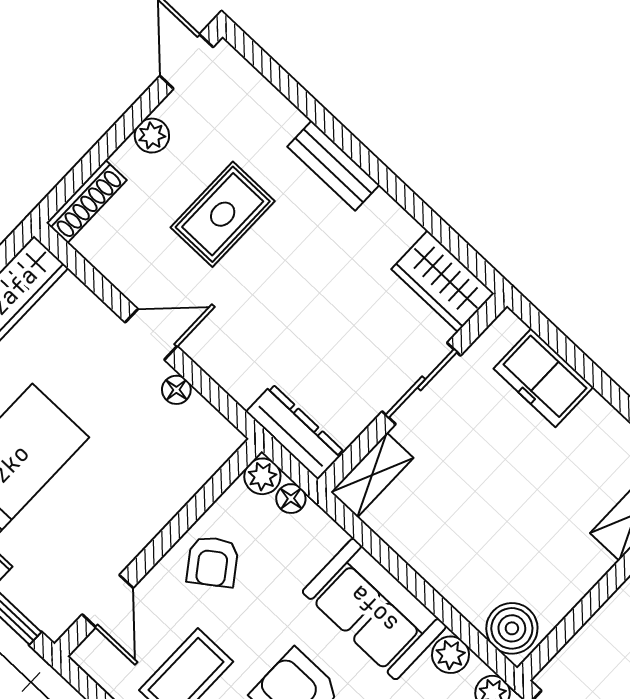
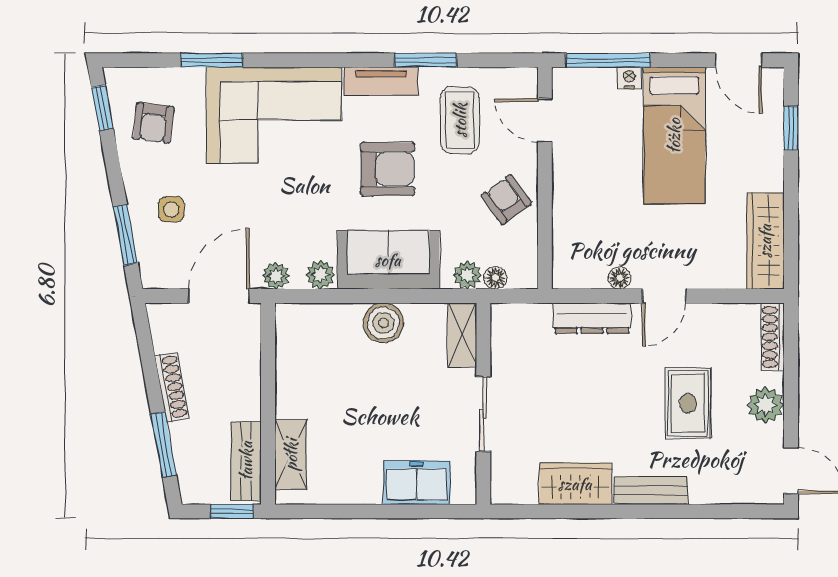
plant: (152, 136) -> (766, 405), width x1.38, depth x1.38
wardrobe: (443, 281) -> (575, 484), moved
dresser: (295, 432) -> (592, 318), moved
plant: (262, 476) -> (467, 275), moved
boiler: (512, 628) -> (383, 323), moved

